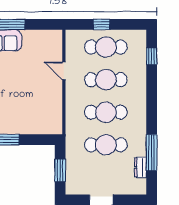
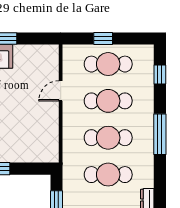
door: (64, 71) -> (61, 91), hinge flipped
window: (152, 153) -> (160, 134), moved

